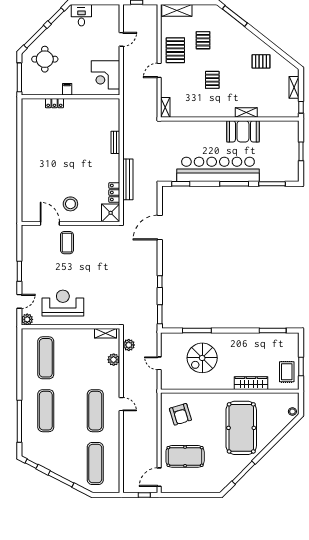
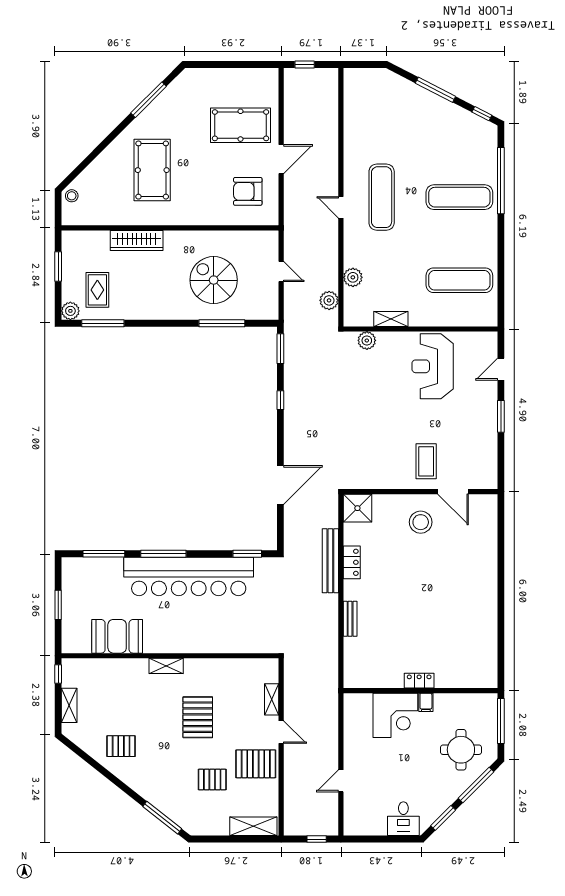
pallet: (203, 40) -> (212, 780), turned 90
pallet: (175, 50) -> (256, 764), turned 90
door: (159, 70) -> (281, 732), hinge flipped
corner desk: (105, 75) -> (395, 715), moved, turned 90
pallet: (212, 80) -> (198, 717), width x1.50, depth x1.42
locker: (54, 103) -> (419, 681), moved
shelving: (165, 107) -> (272, 699), moved
shelving: (246, 112) -> (166, 666), moved
booth: (243, 131) -> (117, 636), moved
locker: (114, 192) -> (352, 562), moved
reception desk: (63, 303) -> (433, 366), turned 90
plant: (27, 319) -> (367, 340), moved
shelving: (106, 333) -> (391, 319), moved
plant: (293, 338) -> (70, 311), added
exercise mat: (46, 358) -> (459, 280), turned 90
spiral stairs: (202, 358) -> (214, 280), turned -90
rug: (287, 372) -> (97, 290), moved
exercise mat: (46, 411) -> (459, 197), turned 90
armchair: (180, 414) -> (248, 191), turned -73
pool table: (241, 428) -> (152, 170), width x0.73, depth x0.76
exercise mat: (95, 464) -> (382, 114), removed
door: (159, 477) -> (281, 159), moved

